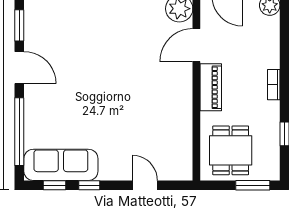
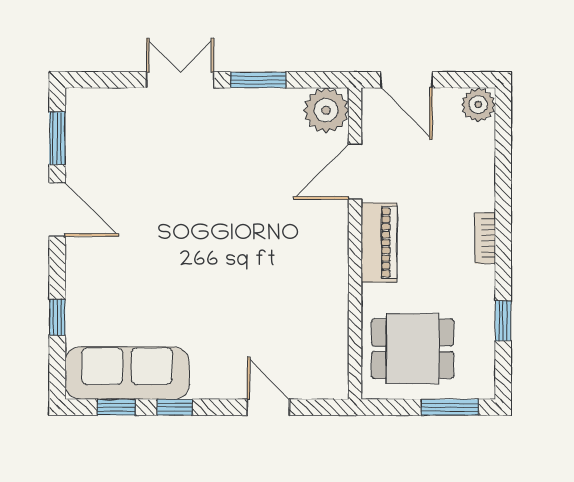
window: (19, 132) -> (57, 317), width x0.32
dining table: (231, 150) -> (413, 349), turned 90

